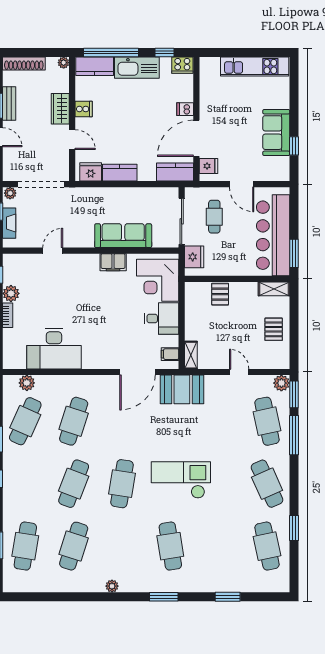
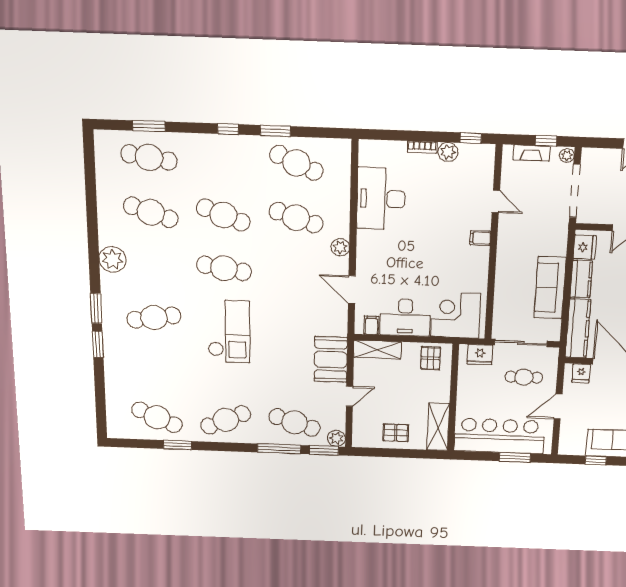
kitchen counter: (175, 172) -> (578, 328), width x1.50
sofa: (123, 236) -> (550, 288), moved, turned 180
window: (294, 253) -> (515, 457), moved
filing cabinet: (113, 262) -> (480, 238), moved, width x0.50
shelving: (274, 289) -> (438, 427), width x1.50, depth x1.33
pallet: (220, 294) -> (431, 358), moved, turned 90
desk: (161, 319) -> (405, 317), width x1.37
shelving: (191, 355) -> (377, 350), width x1.50, depth x1.33
door: (137, 372) -> (352, 290), width x0.73
plant: (27, 383) -> (340, 247), moved
booth: (182, 389) -> (331, 359), moved
cafe table: (267, 421) -> (295, 422), turned 30
cafe table: (267, 546) -> (157, 417), turned 36
plant: (112, 586) -> (113, 259), width x1.88, depth x1.88
window: (228, 597) -> (98, 344), moved

